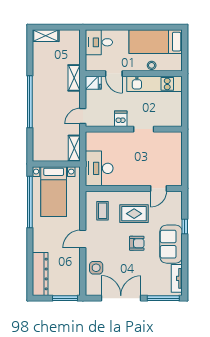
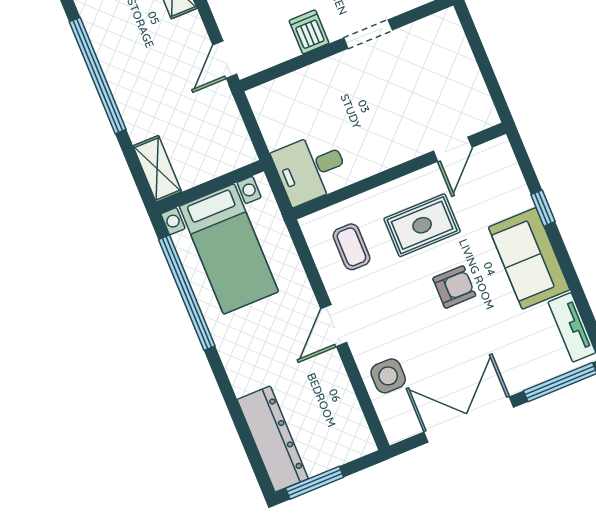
shelving: (74, 148) -> (157, 169), moved
desk: (99, 168) -> (311, 169), width x0.73
window: (65, 298) -> (315, 483), moved

